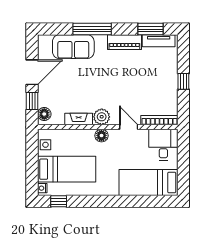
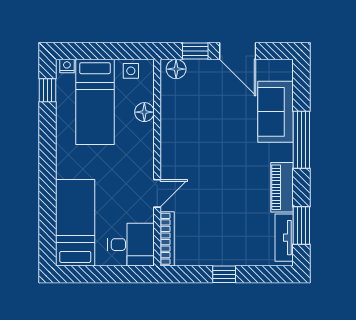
plant: (102, 117) -> (172, 154), removed
fireplace: (79, 119) -> (169, 120), removed
floor lamp: (101, 136) -> (144, 112), moved

